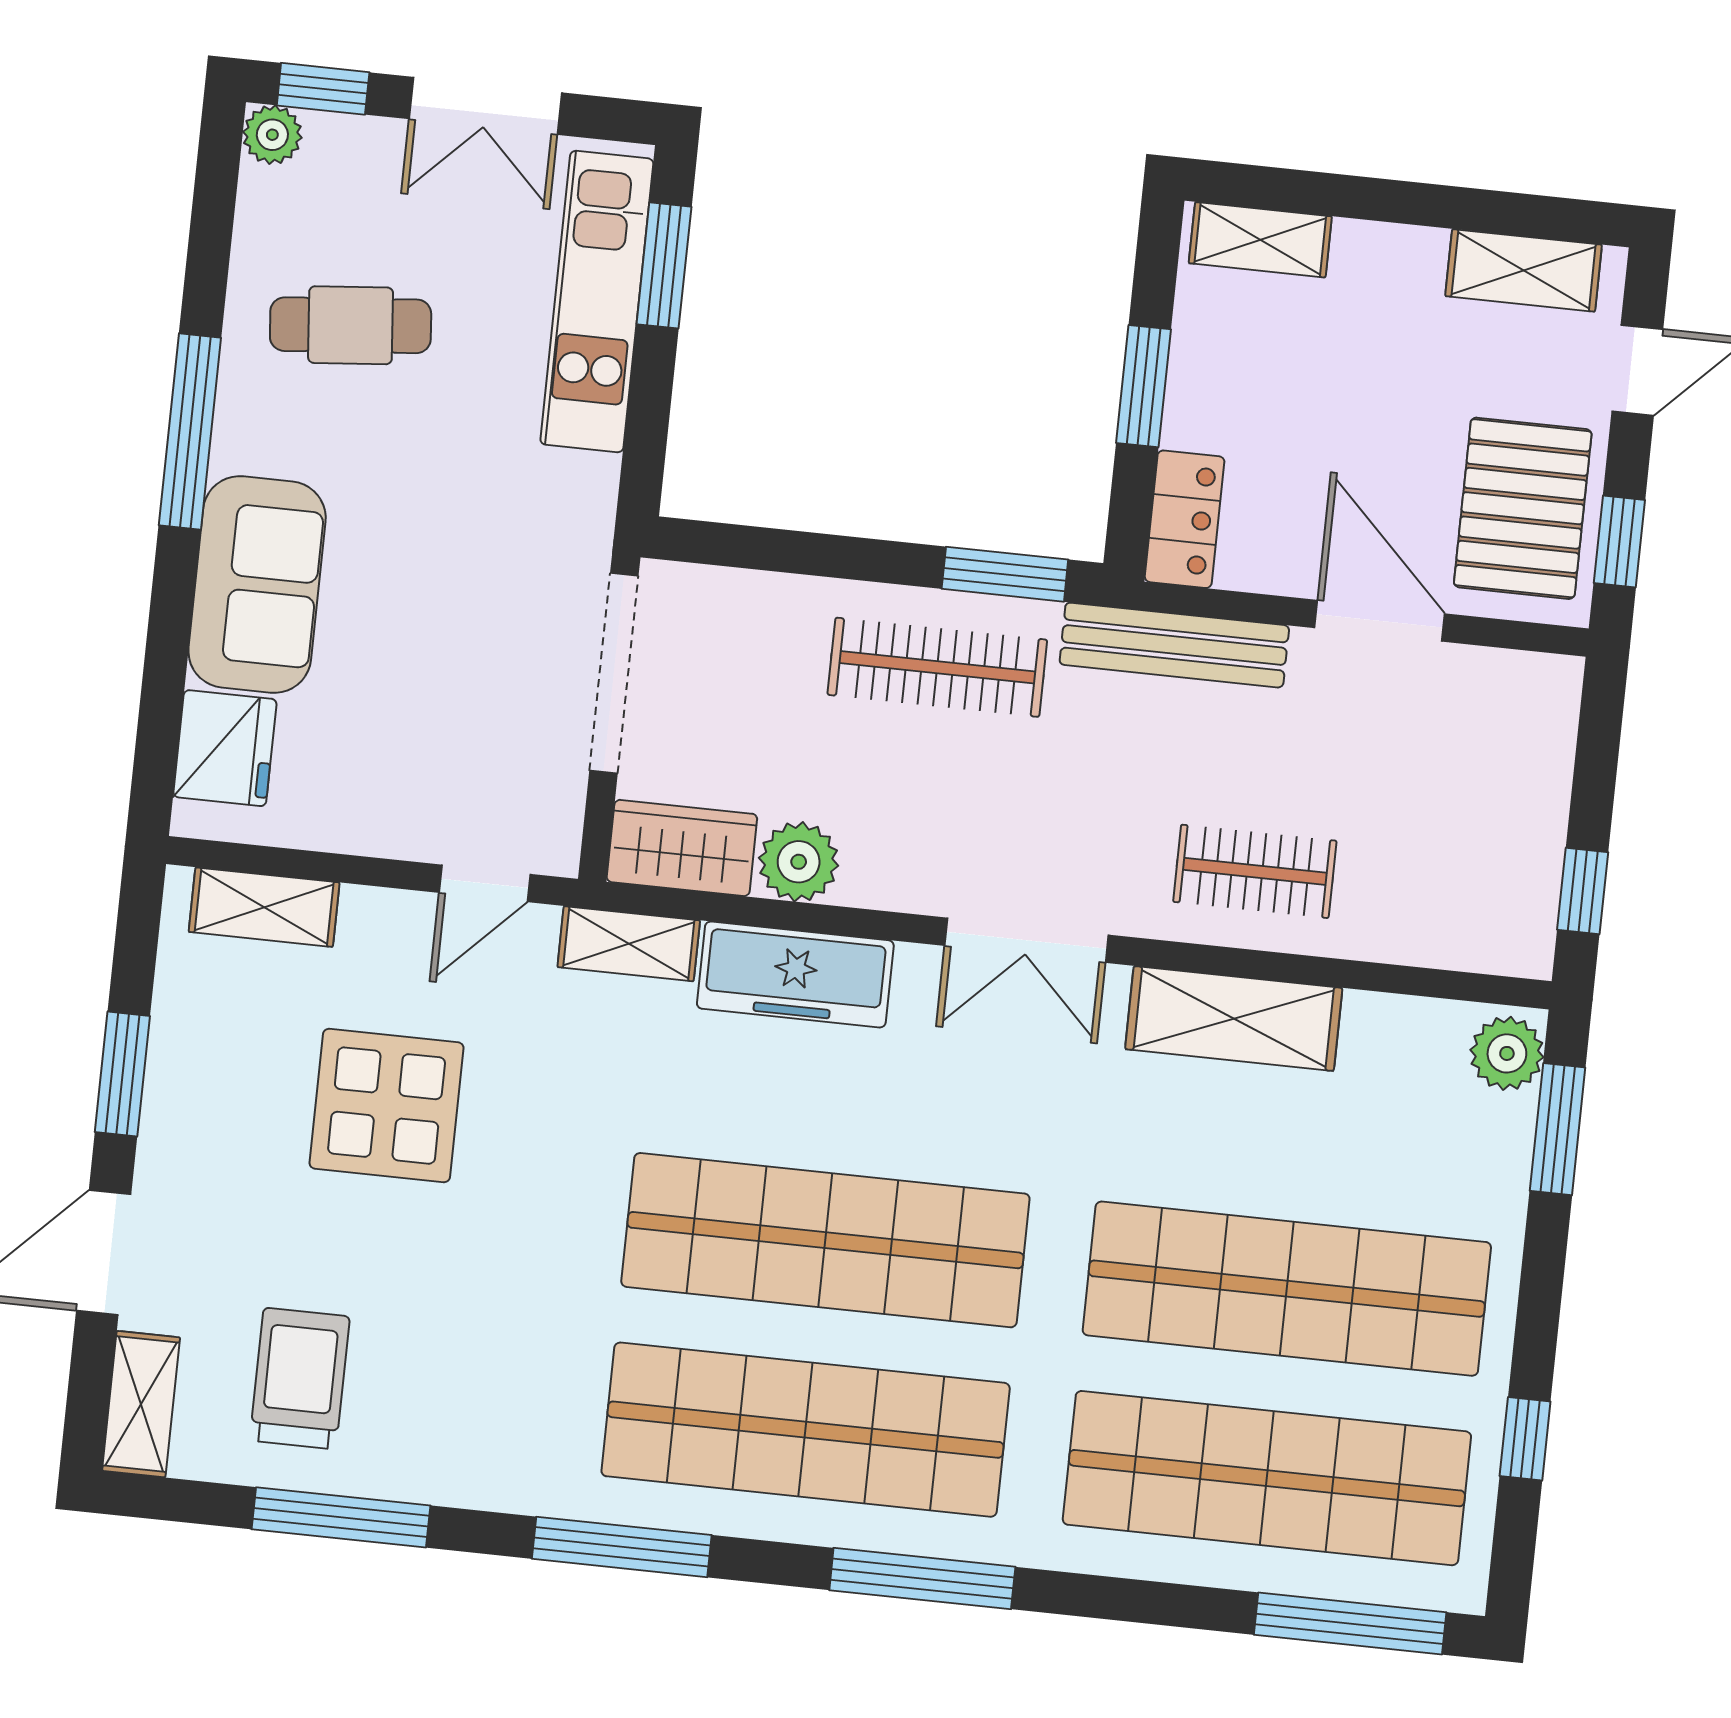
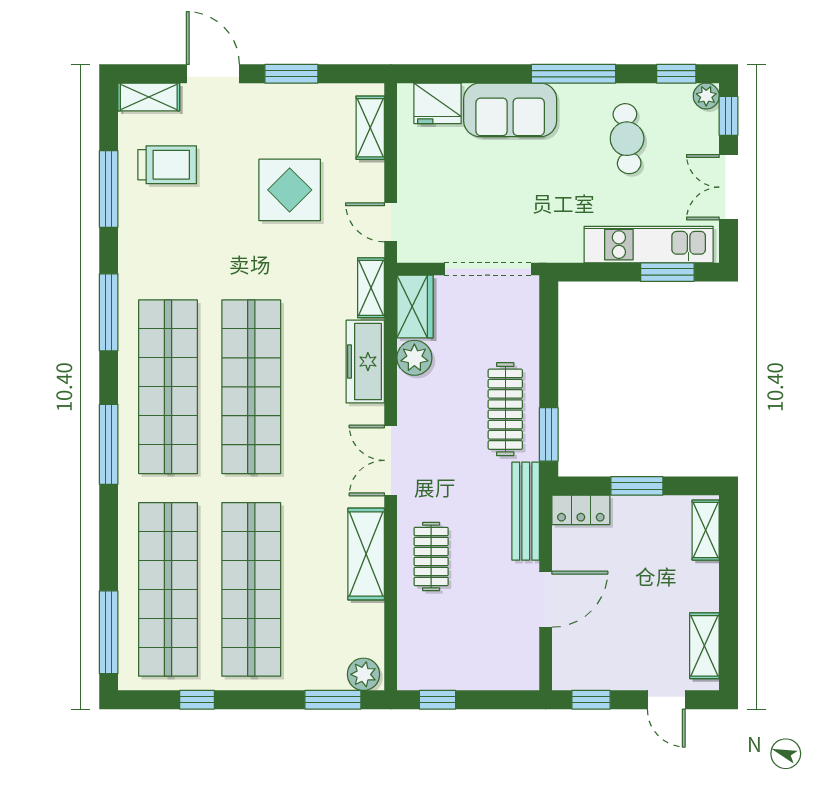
window: (214, 198) -> (676, 74), added
pallet: (1523, 508) -> (601, 656), removed

